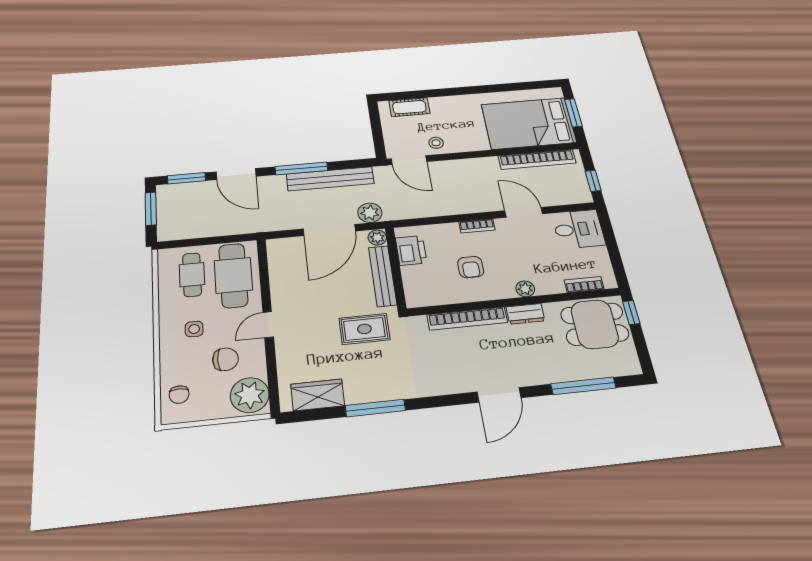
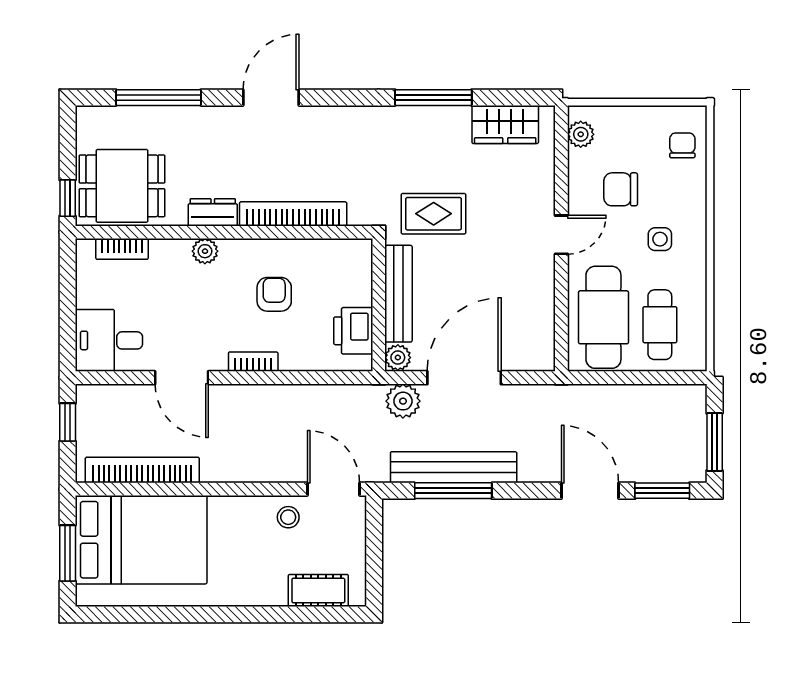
window: (301, 168) -> (453, 491), moved
plant: (250, 395) -> (581, 134), width x0.53, depth x0.53

